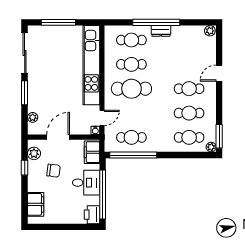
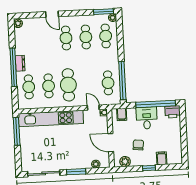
window: (58, 22) -> (17, 131), moved
filing cabinet: (92, 152) -> (122, 114), width x0.50
window: (25, 168) -> (149, 168), moved
filing cabinet: (36, 204) -> (162, 158), width x0.50

